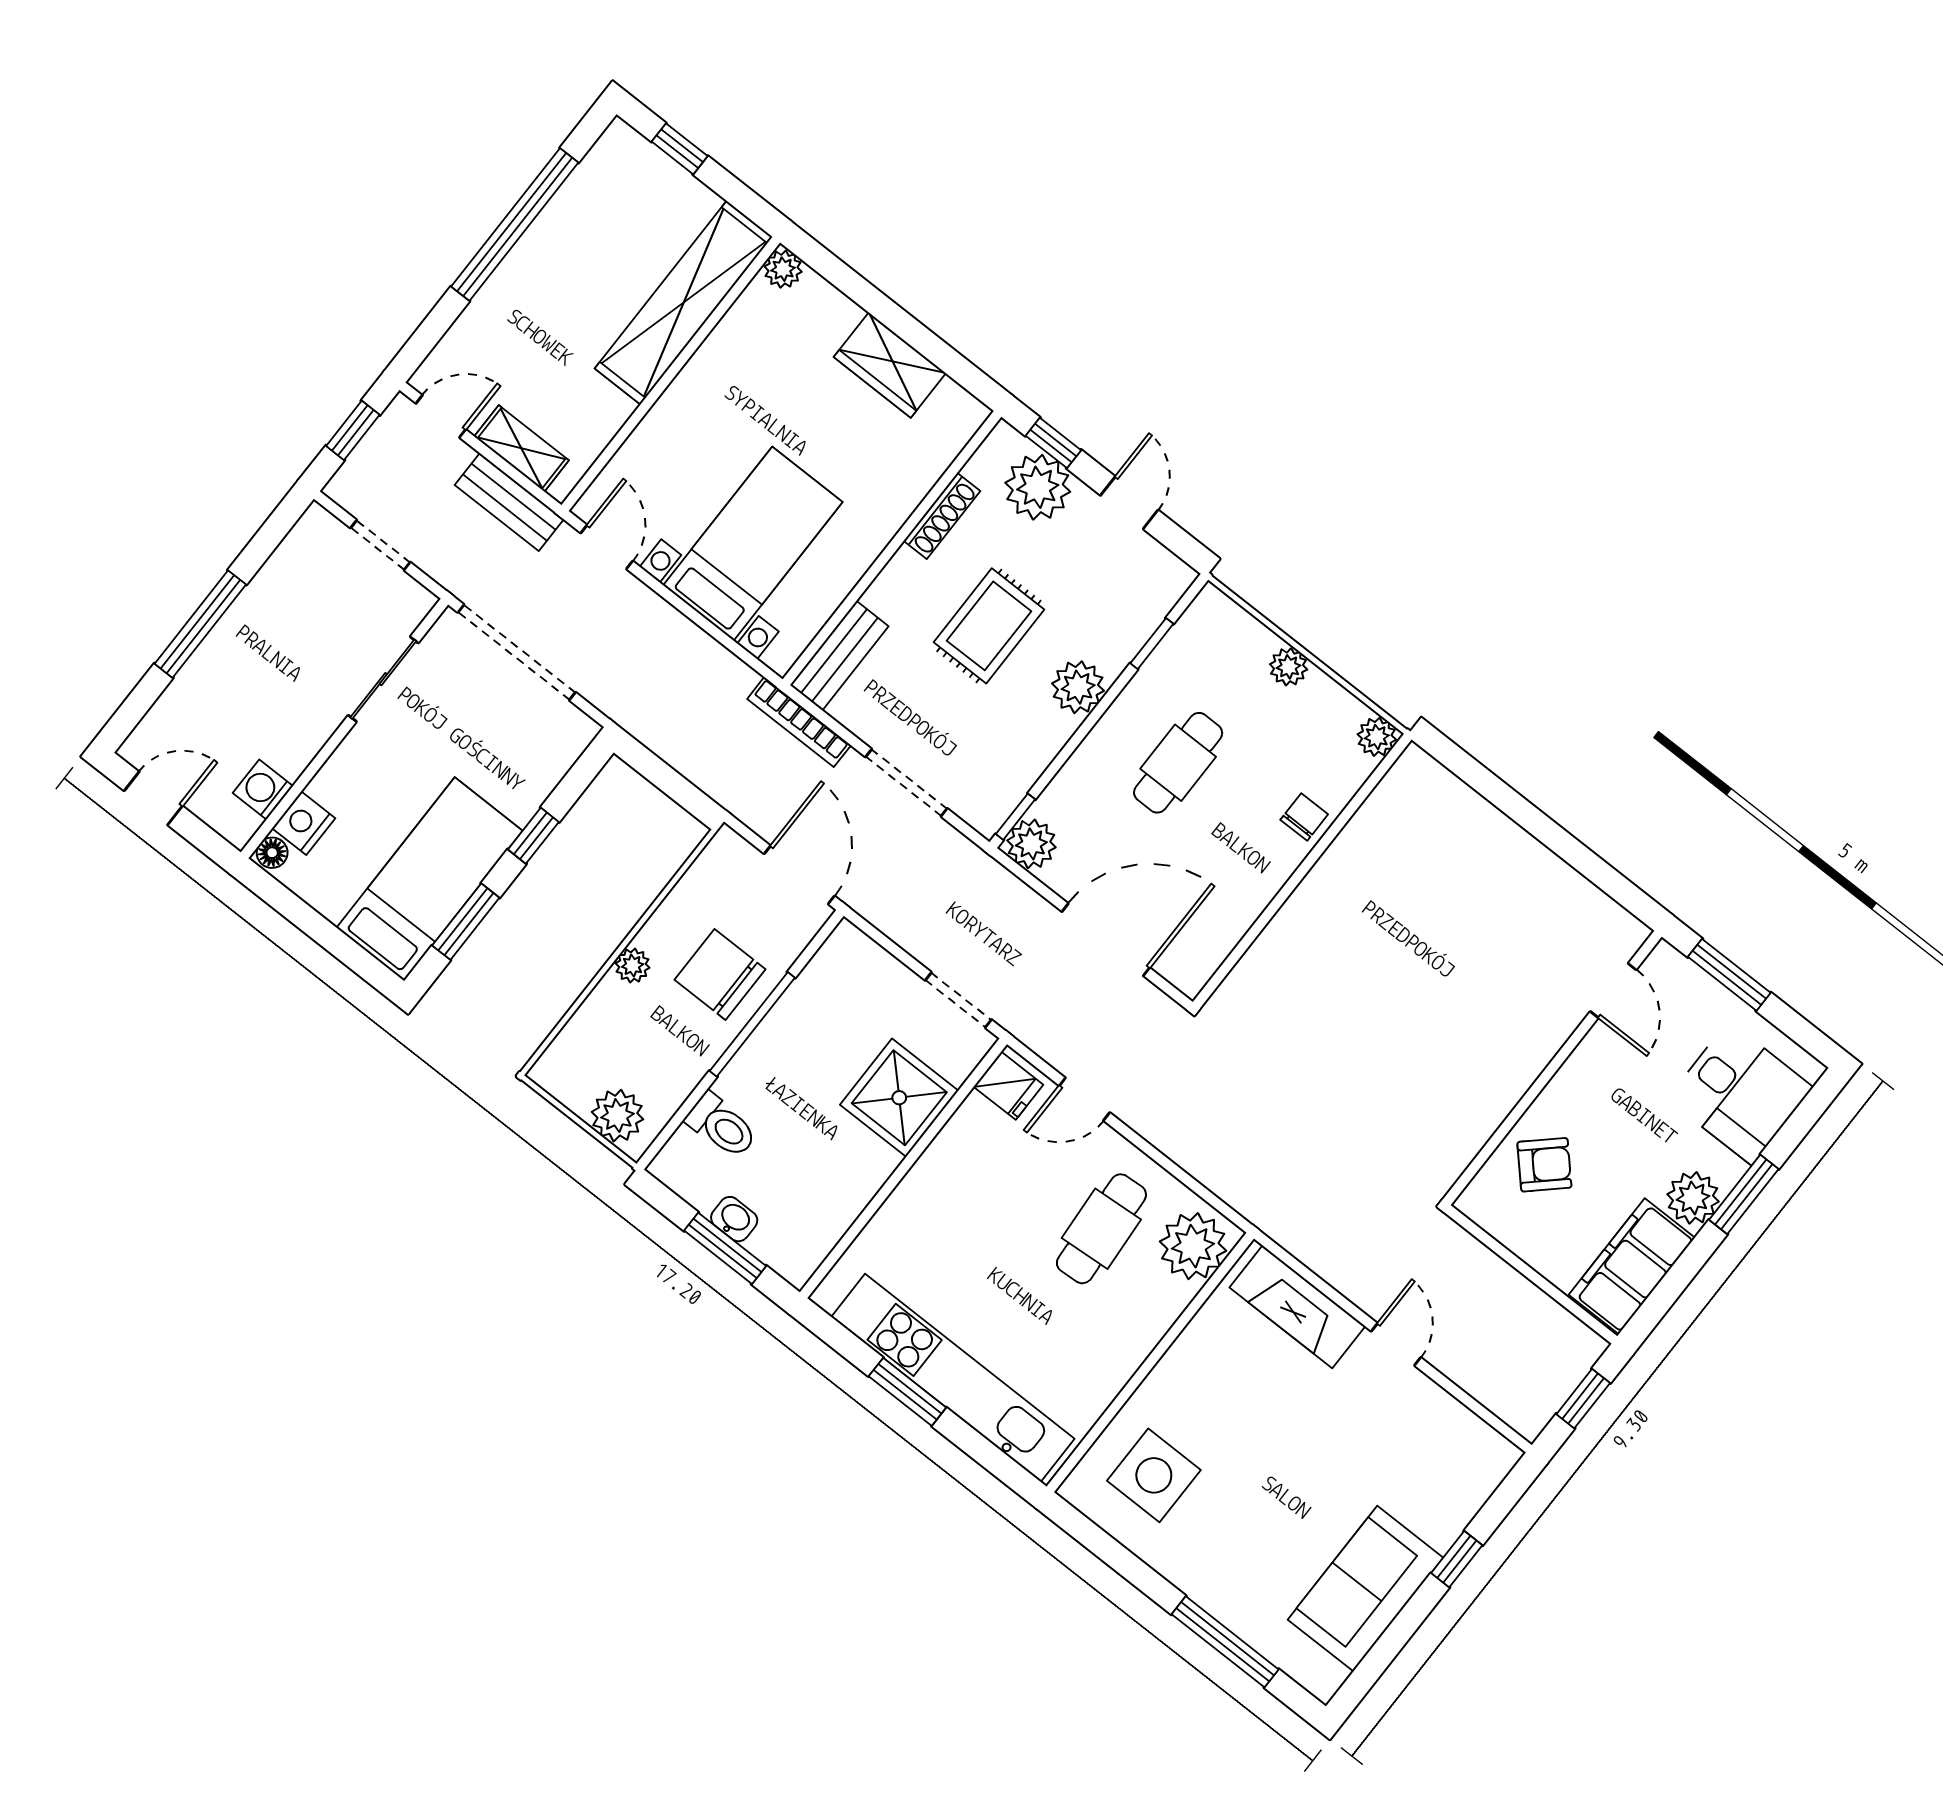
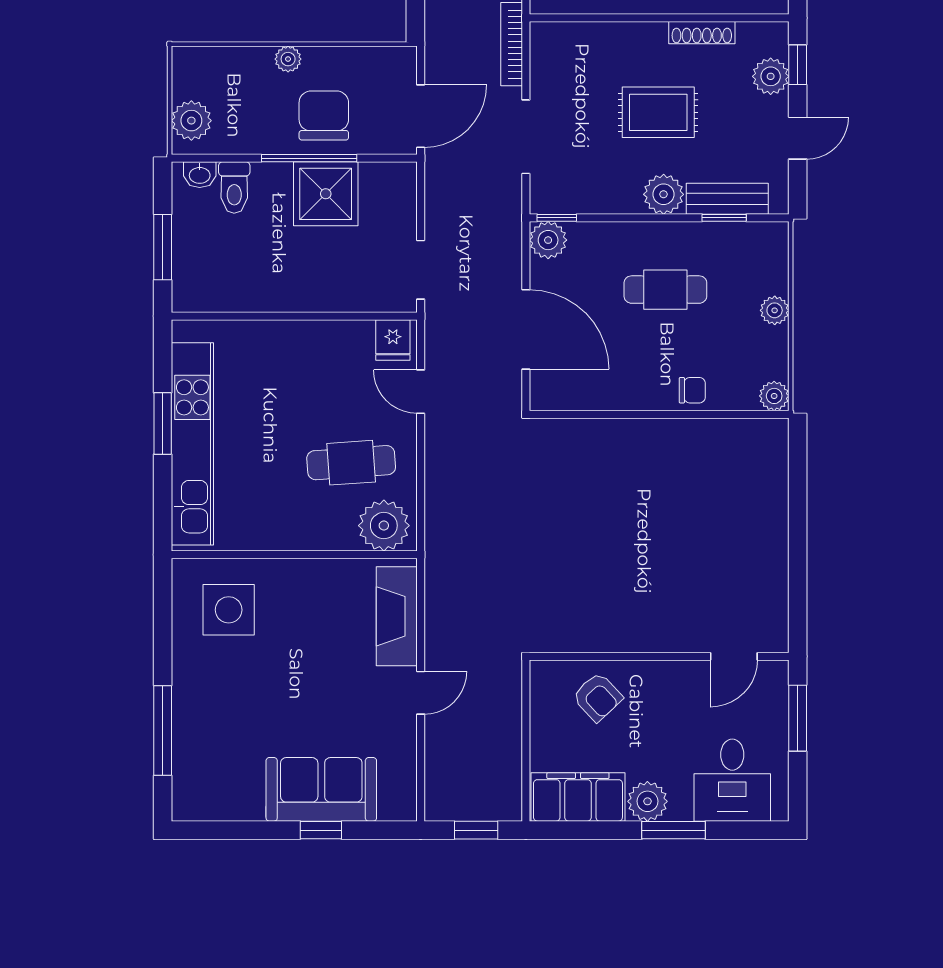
plant: (1038, 487) -> (771, 76), width x0.73, depth x0.73
bench: (839, 656) -> (727, 199), moved
shower: (899, 1098) -> (326, 194), moved
washbasin: (734, 1219) -> (200, 175), moved, turned 90
sofa: (1365, 1589) -> (321, 789), moved

